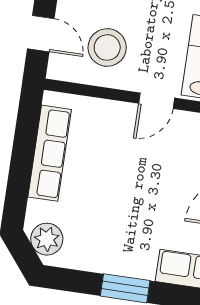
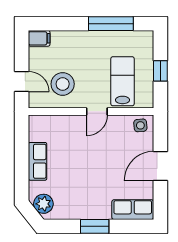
row of seats: (50, 153) -> (38, 161), width x0.68

